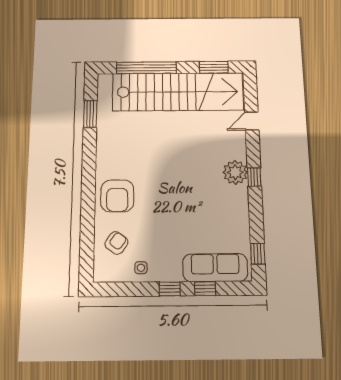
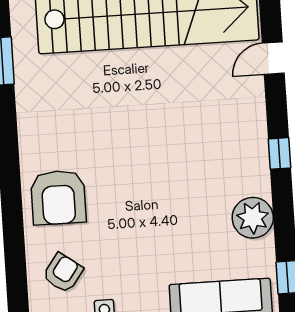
plant: (235, 172) -> (253, 218), moved

